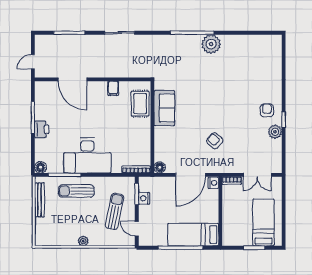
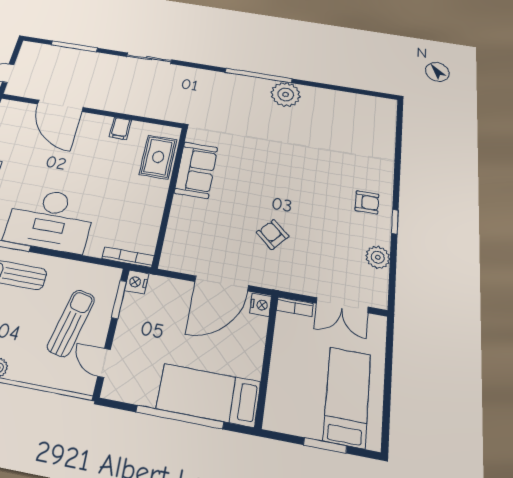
armchair: (267, 110) -> (367, 202), turned 90
plant: (275, 132) -> (378, 257), moved
floor lamp: (160, 167) -> (170, 261), removed
nightstand: (144, 198) -> (137, 282), moved

